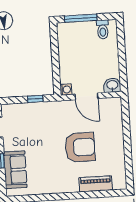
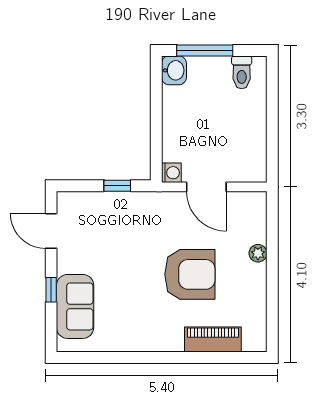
washbasin: (112, 85) -> (174, 70), moved, turned 90
plant: (118, 133) -> (258, 253), added

